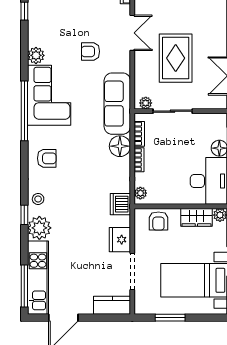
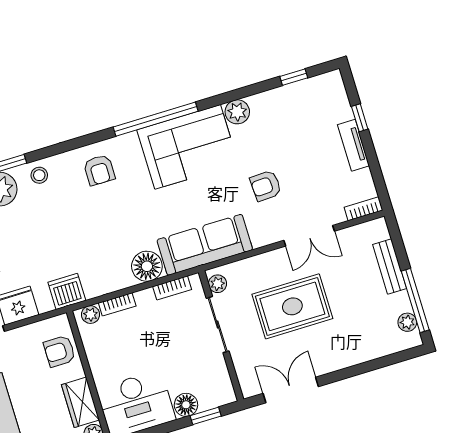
armchair: (90, 51) -> (266, 186), turned -93
bookcase: (139, 160) -> (117, 304), moved

